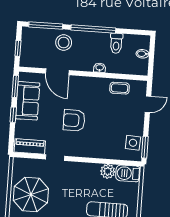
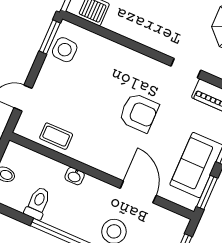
plant: (108, 171) -> (116, 21), removed

